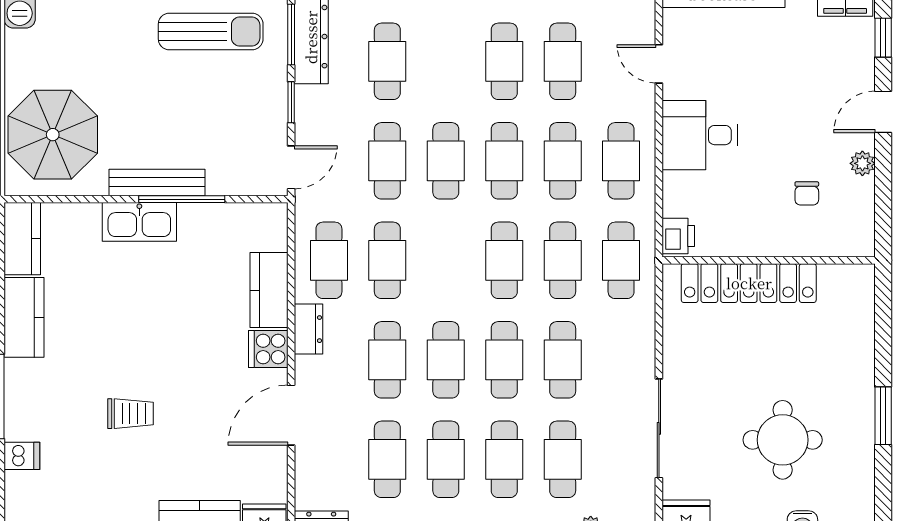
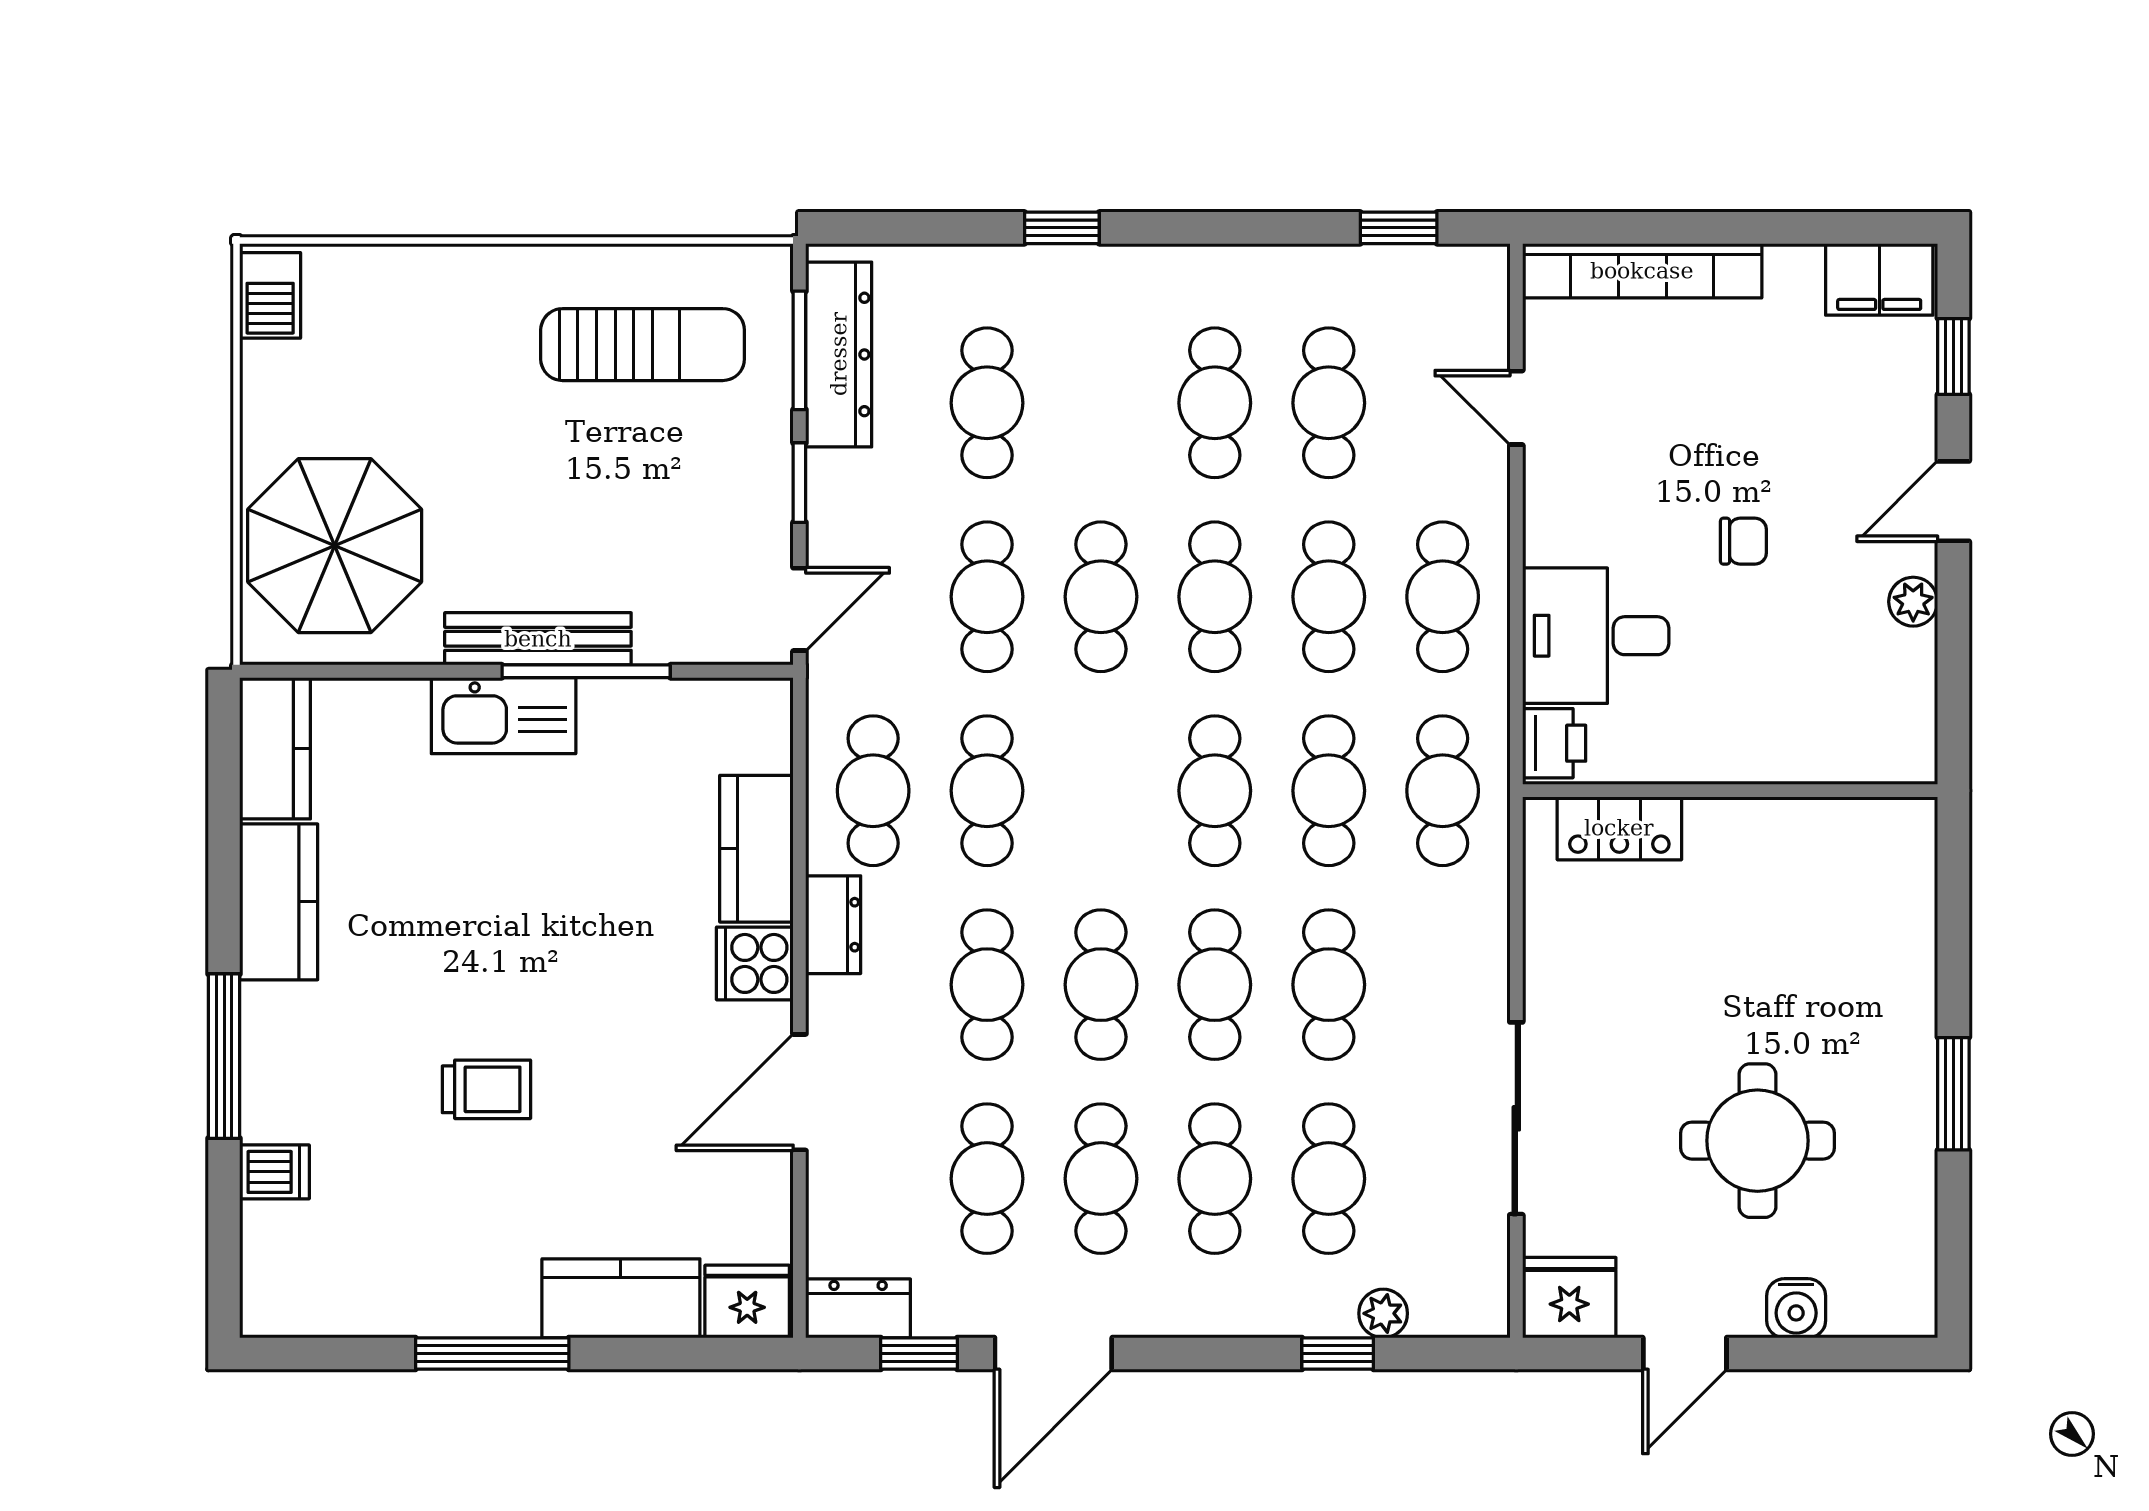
desk: (700, 135) -> (1596, 636), moved
chair: (807, 193) -> (1743, 541), moved, turned -90
locker: (749, 283) -> (1619, 828), width x0.46, depth x0.83

